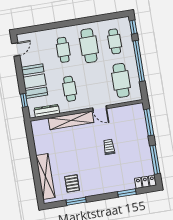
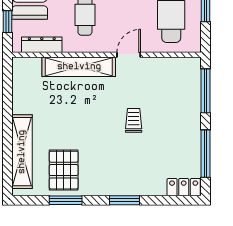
door: (100, 108) -> (129, 55), swing flipped
pallet: (72, 183) -> (64, 170), width x1.50, depth x1.42
window: (127, 193) -> (124, 200), moved

